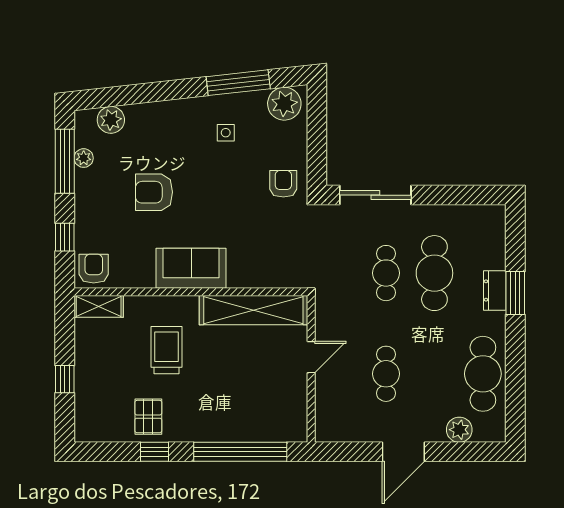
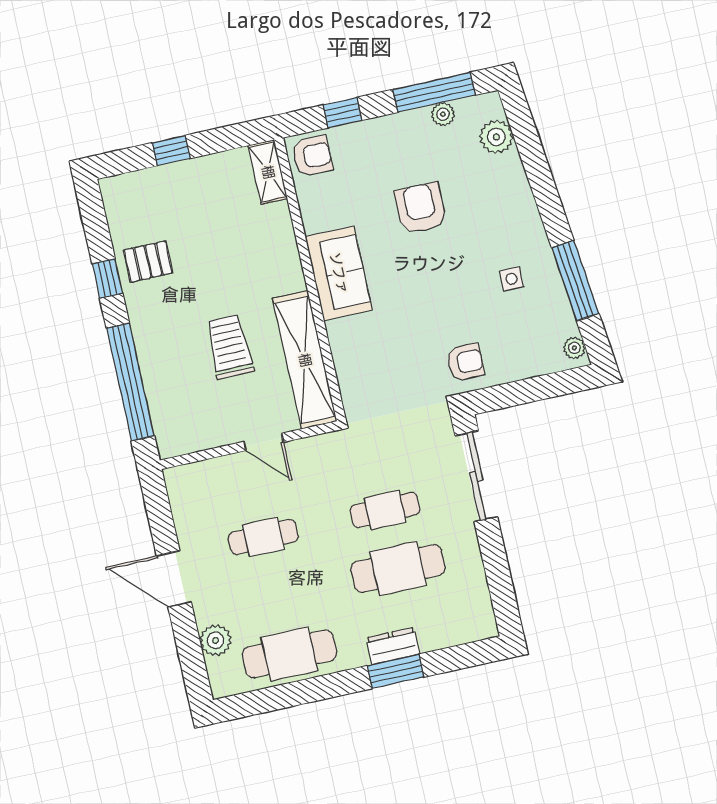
plant: (284, 104) -> (574, 348), width x0.53, depth x0.53
trolley: (167, 350) -> (229, 347), moved, turned -90

